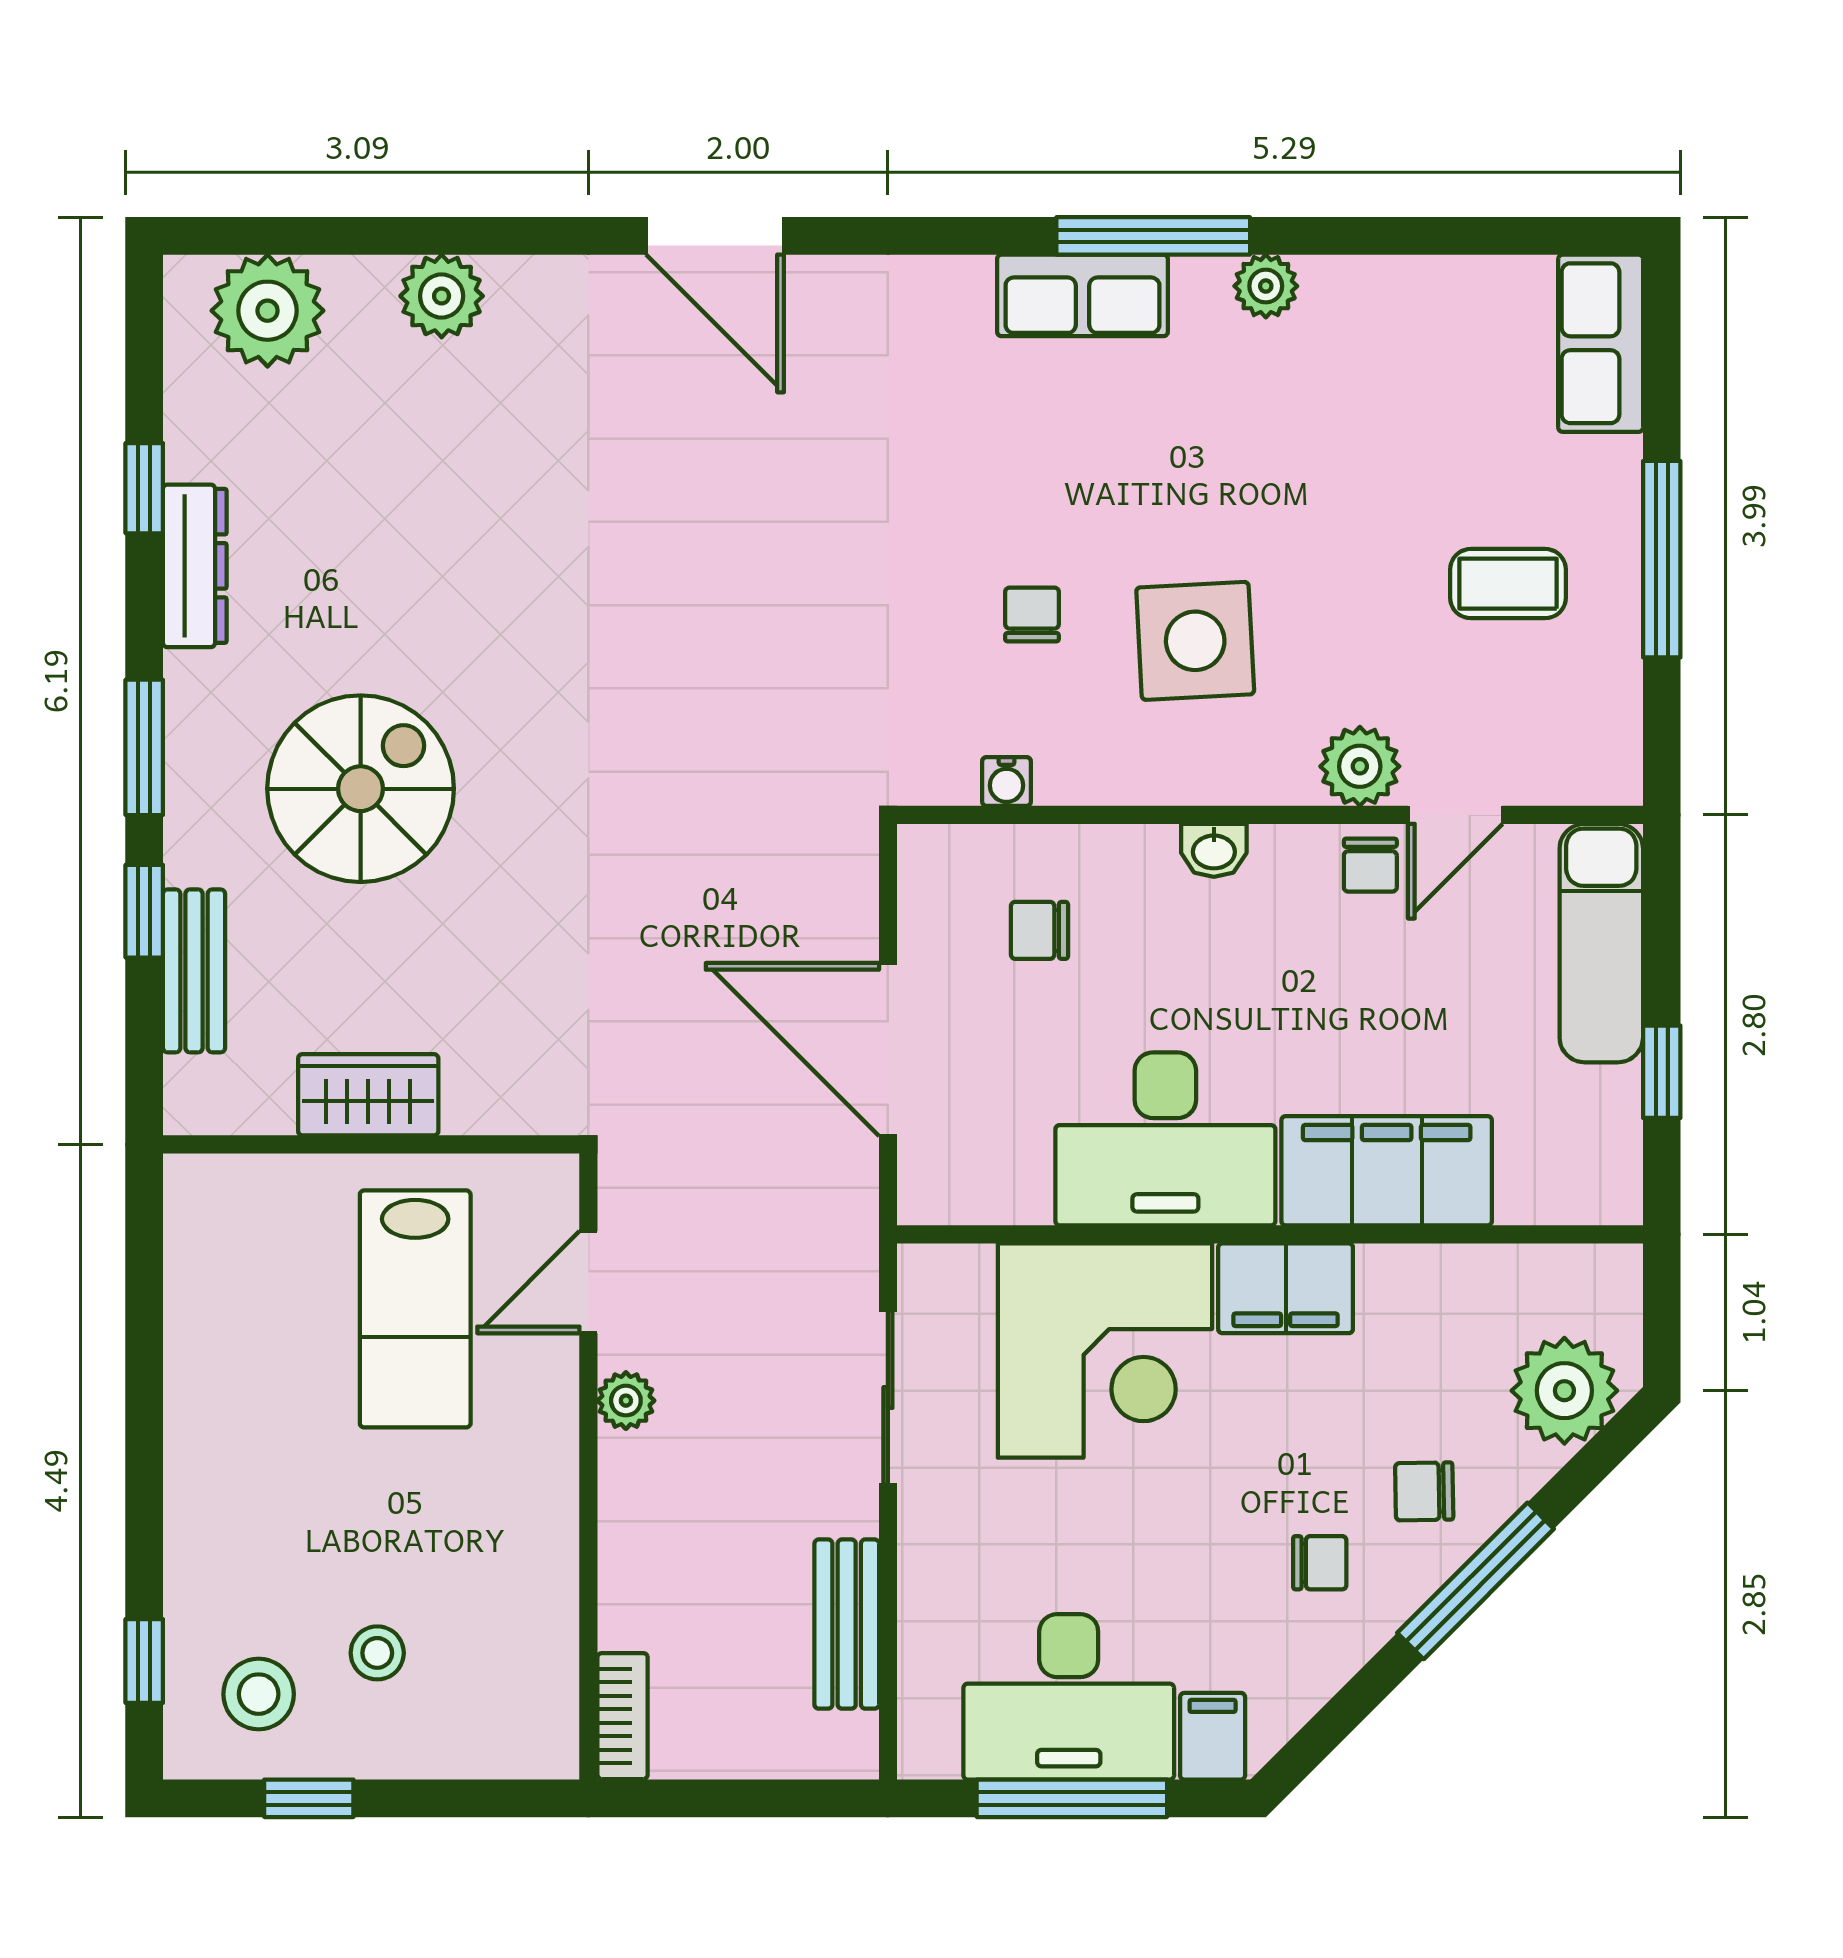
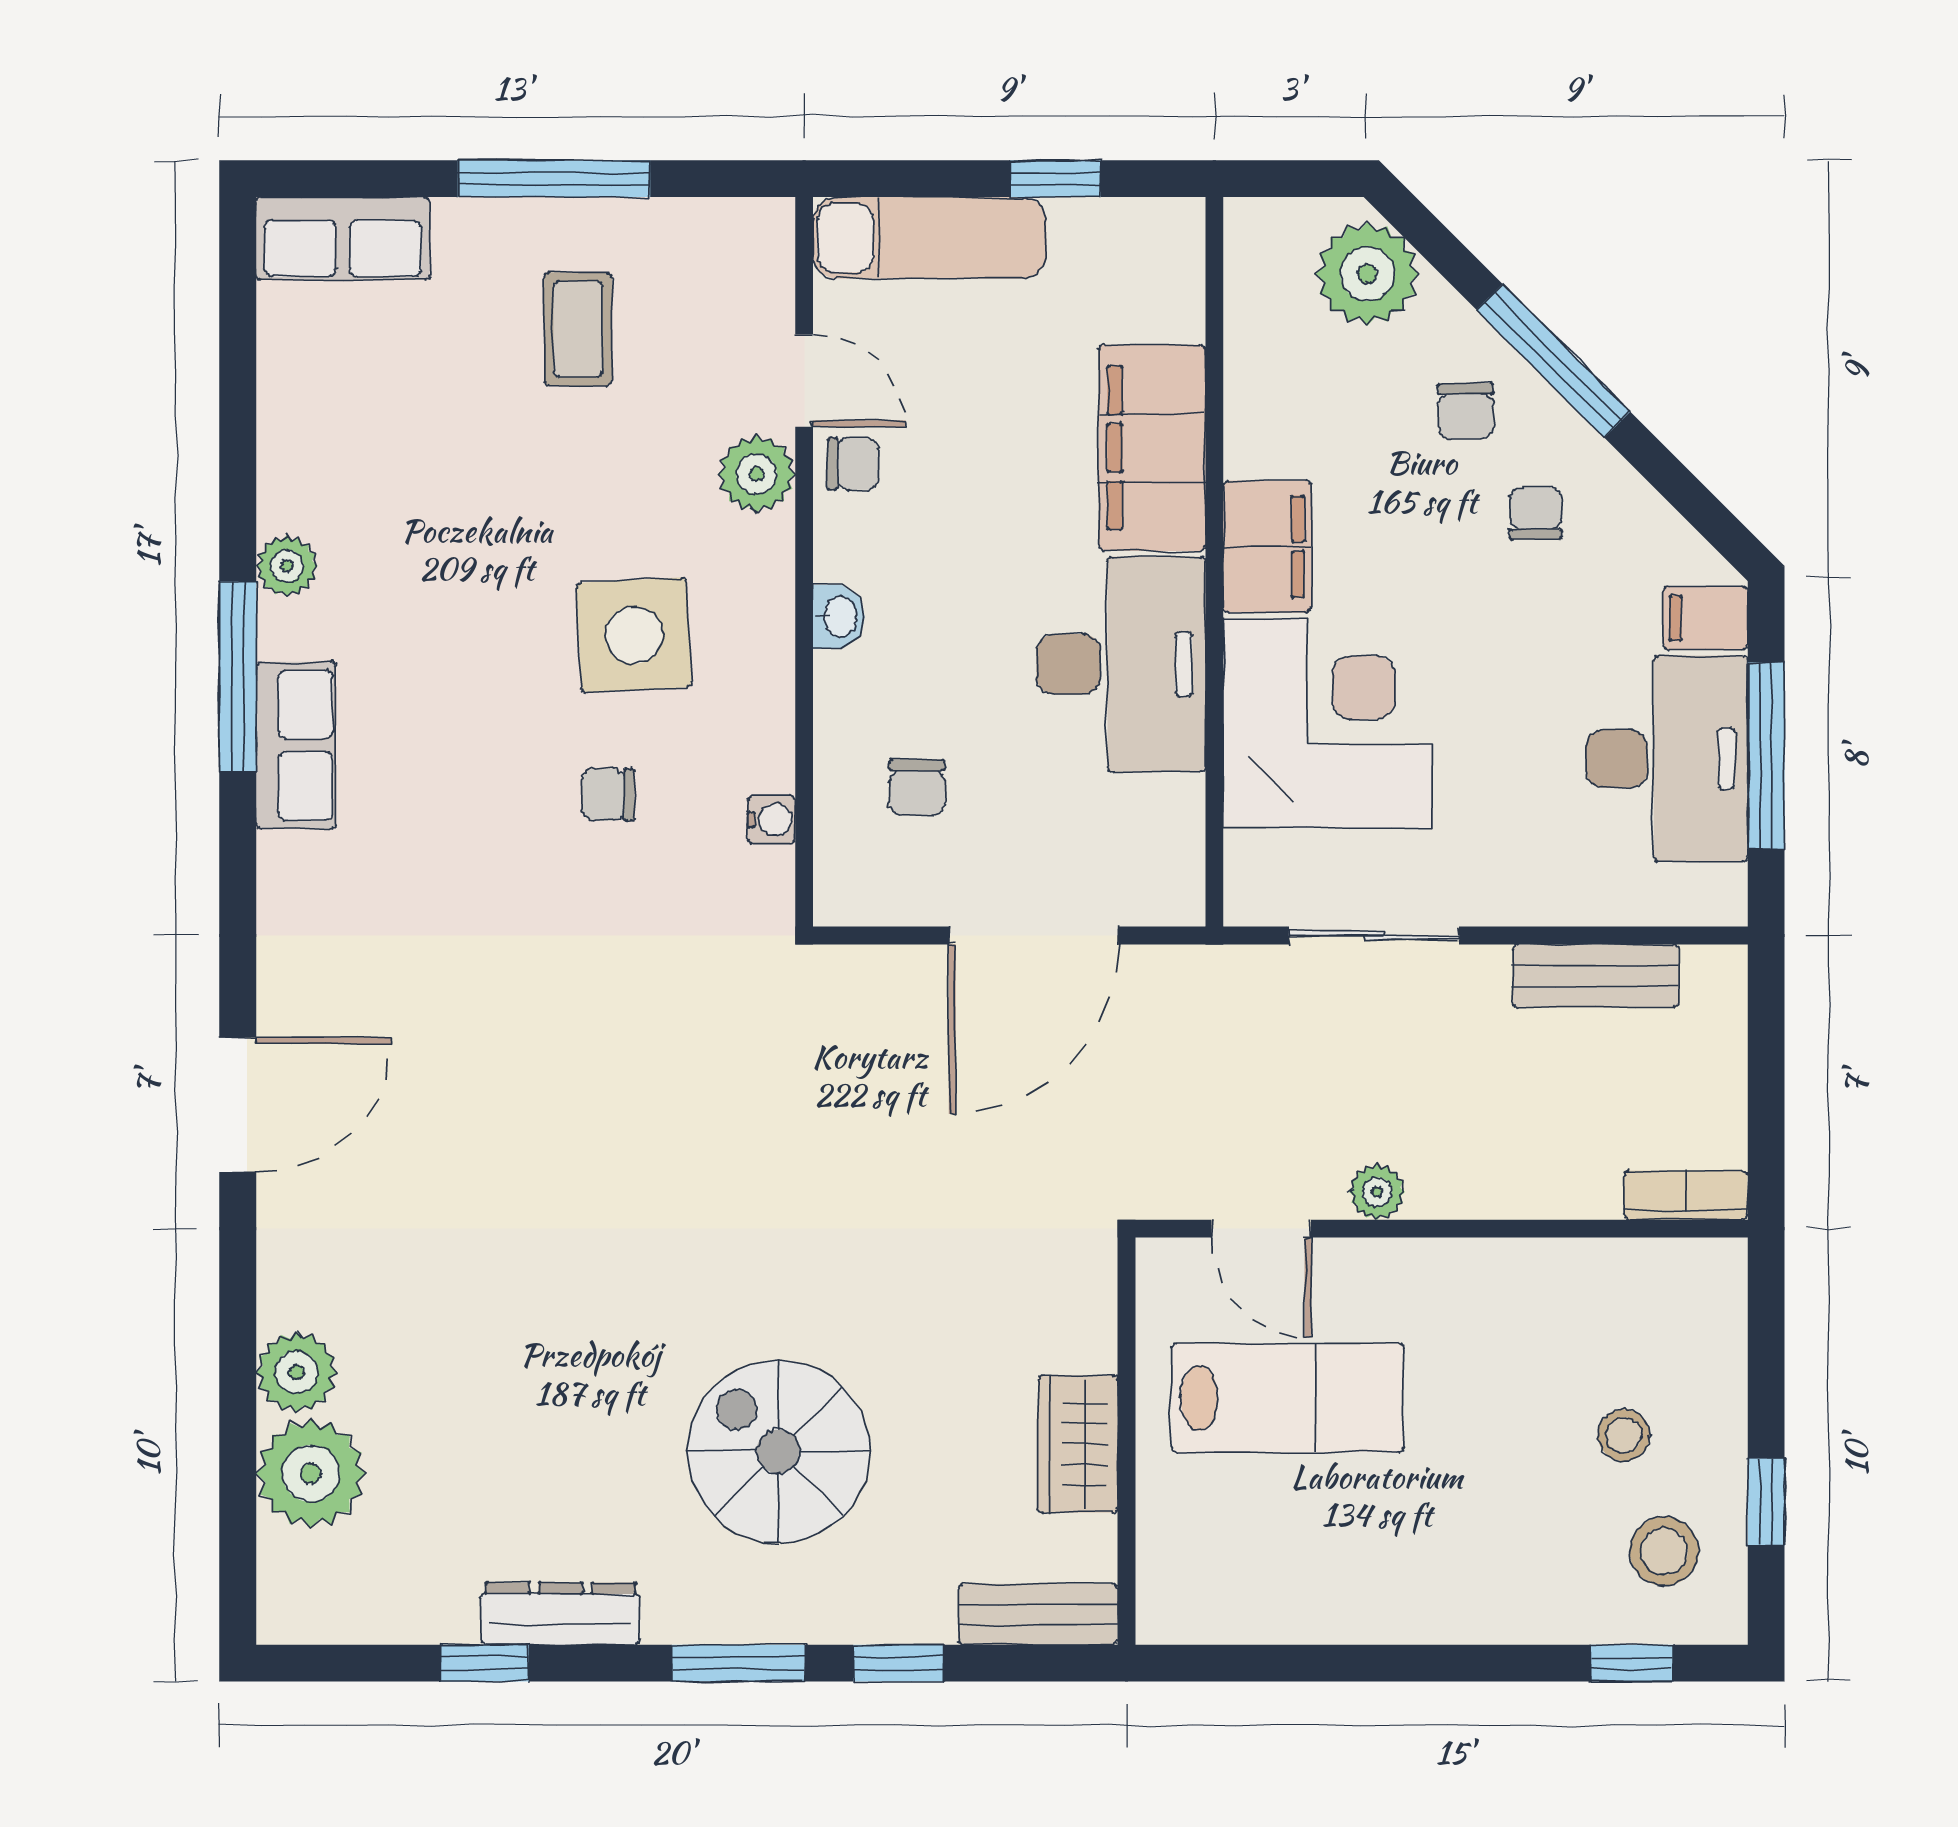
plant: (268, 311) -> (311, 1473), moved
bench: (194, 971) -> (1038, 1614), moved

